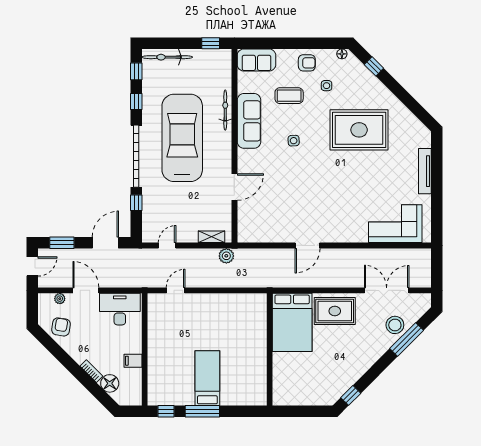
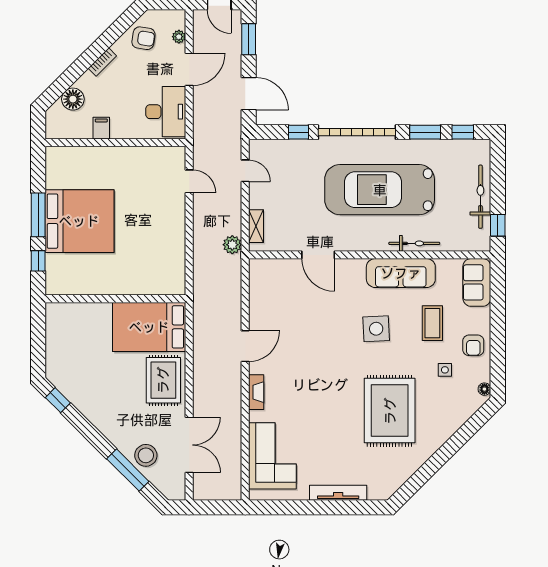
bicycle: (167, 57) -> (480, 197), moved
window: (374, 66) -> (469, 429), removed
window: (136, 101) -> (425, 132), width x1.50
car: (182, 138) -> (380, 190), turned 180
side table: (294, 141) -> (376, 329), width x1.87, depth x1.87
fireplace: (344, 237) -> (256, 392), added
door: (307, 245) -> (245, 346), swing flipped
bookcase: (91, 371) -> (102, 62), moved
bed: (207, 378) -> (79, 221), width x2.04
window: (166, 411) -> (38, 261), moved

